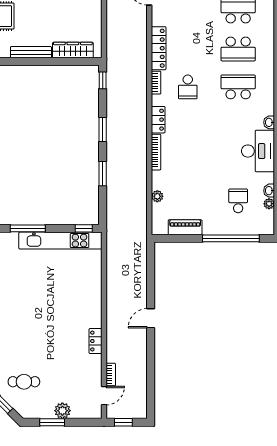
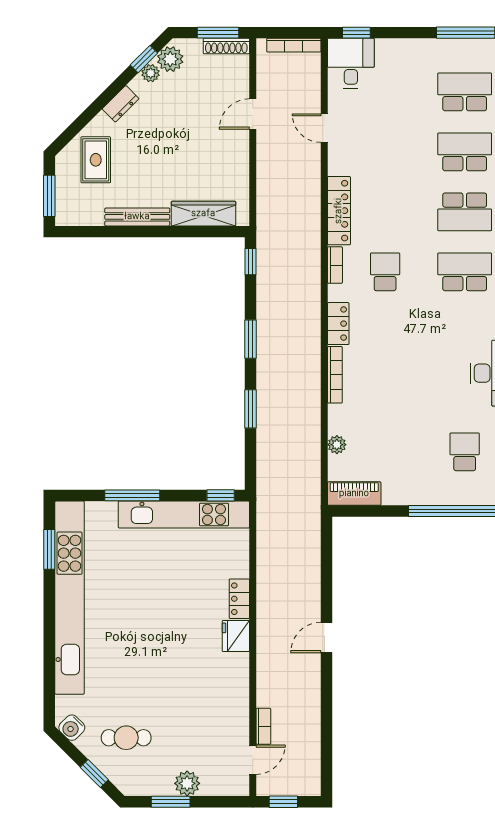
school desk: (188, 87) -> (385, 272), turned 180
piano: (185, 227) -> (354, 494), moved
fridge: (93, 317) -> (236, 636), added
locker: (96, 341) -> (239, 599), moved

